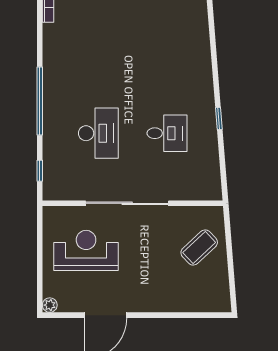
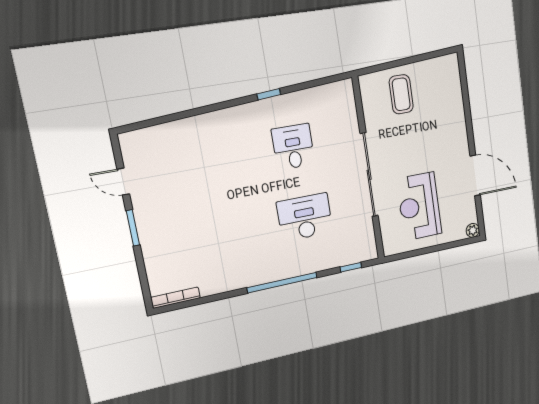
coffee table: (199, 247) -> (401, 94), turned 43

